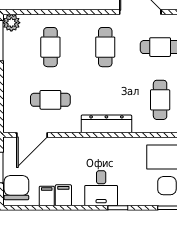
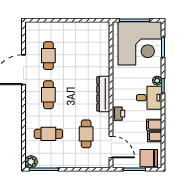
cafe table: (105, 47) -> (48, 95), turned 90
cafe table: (160, 100) -> (86, 56), removed
printer: (79, 145) -> (119, 114), added
plant: (125, 199) -> (157, 81), added

